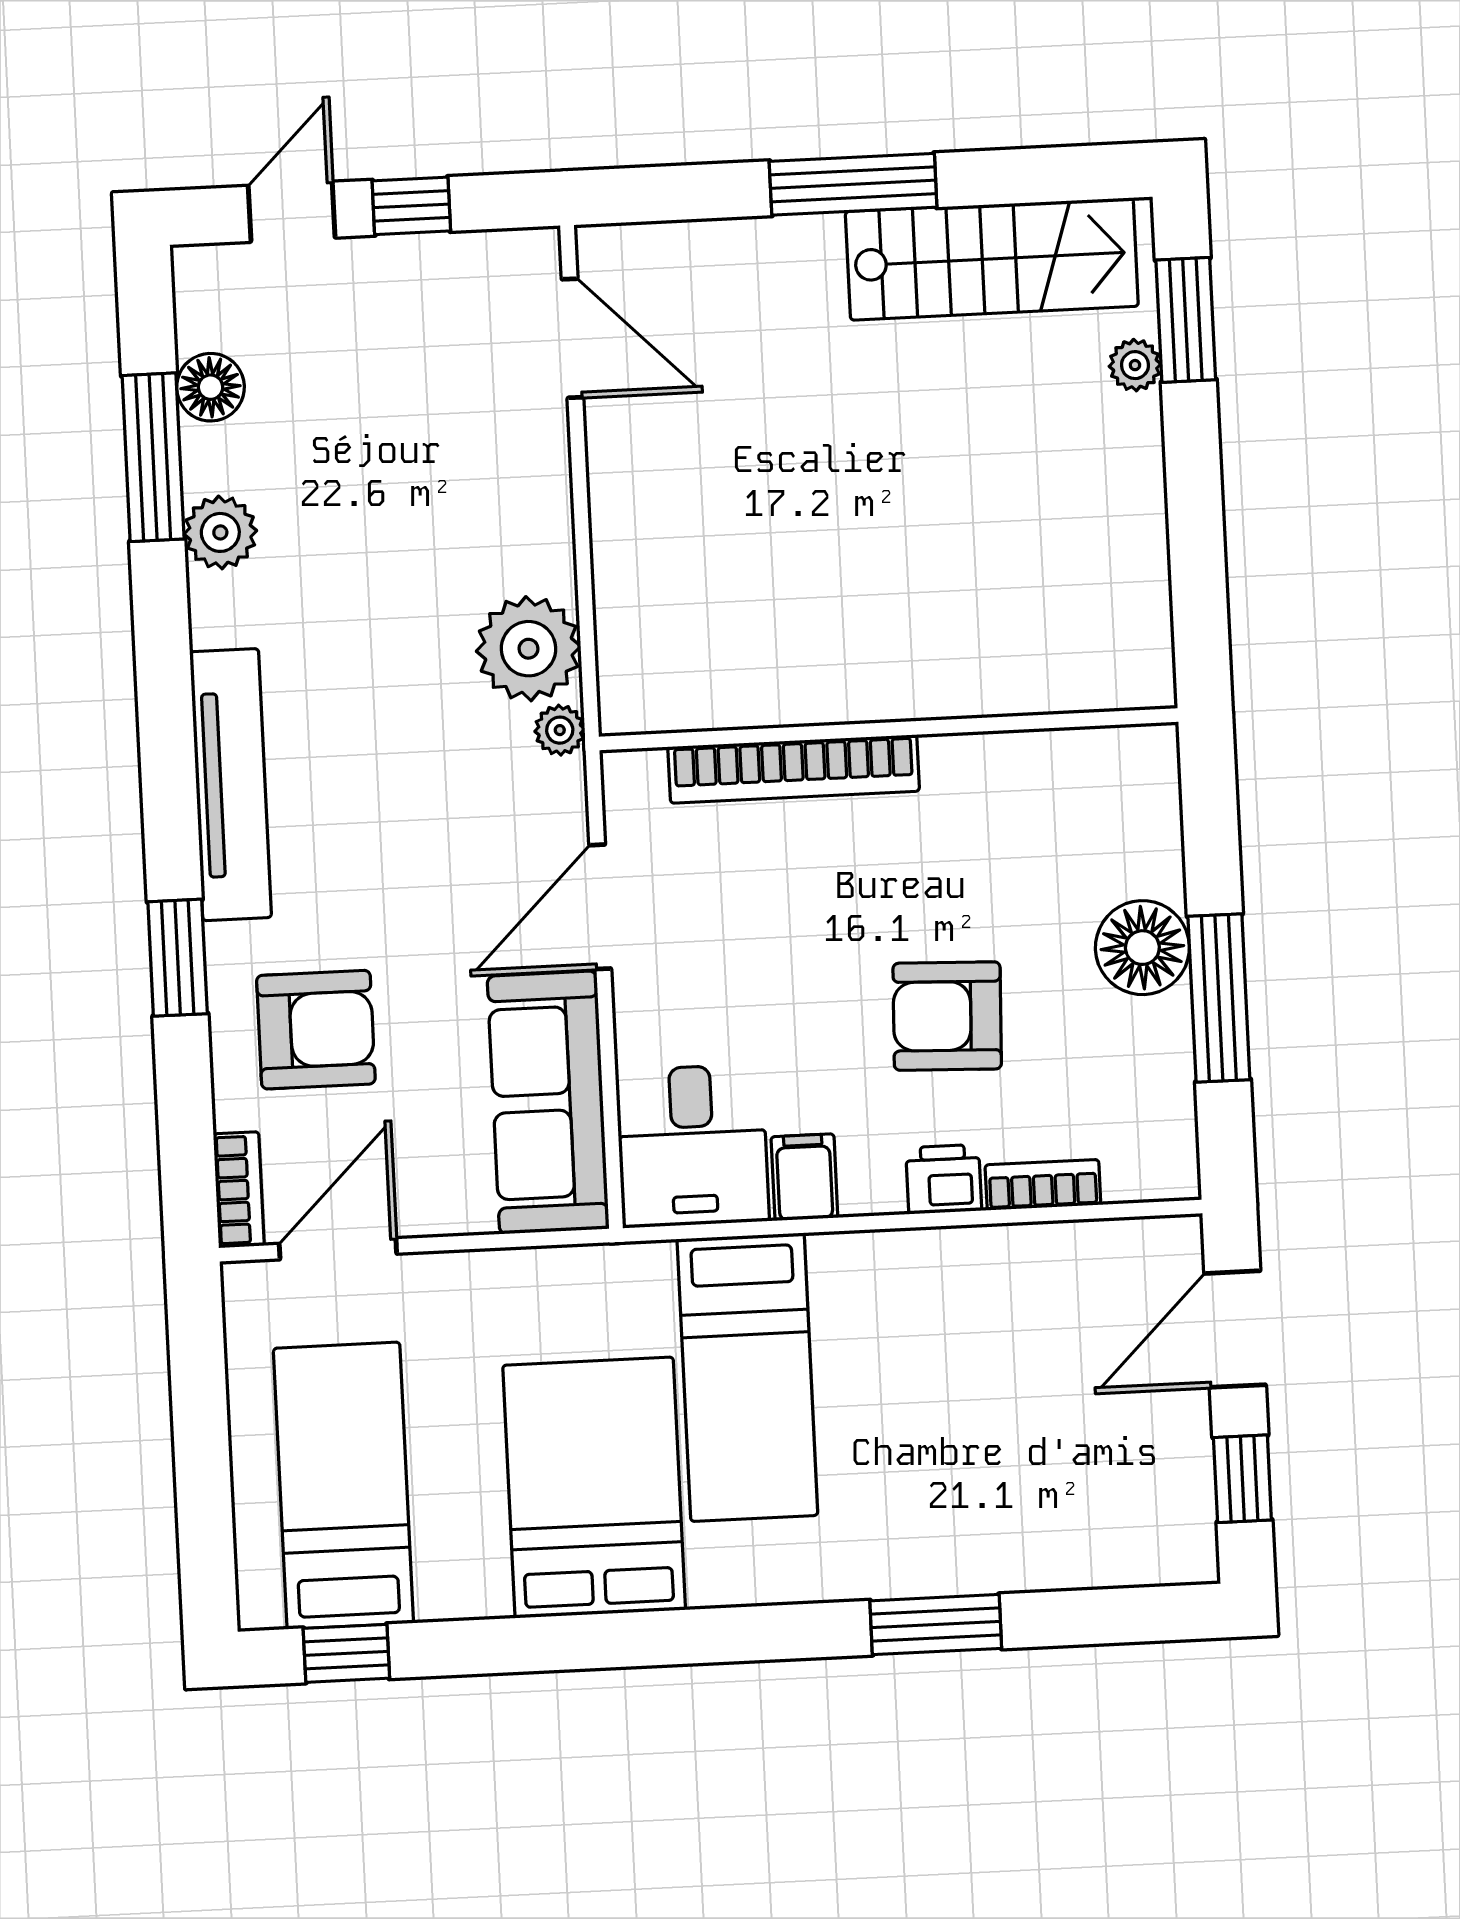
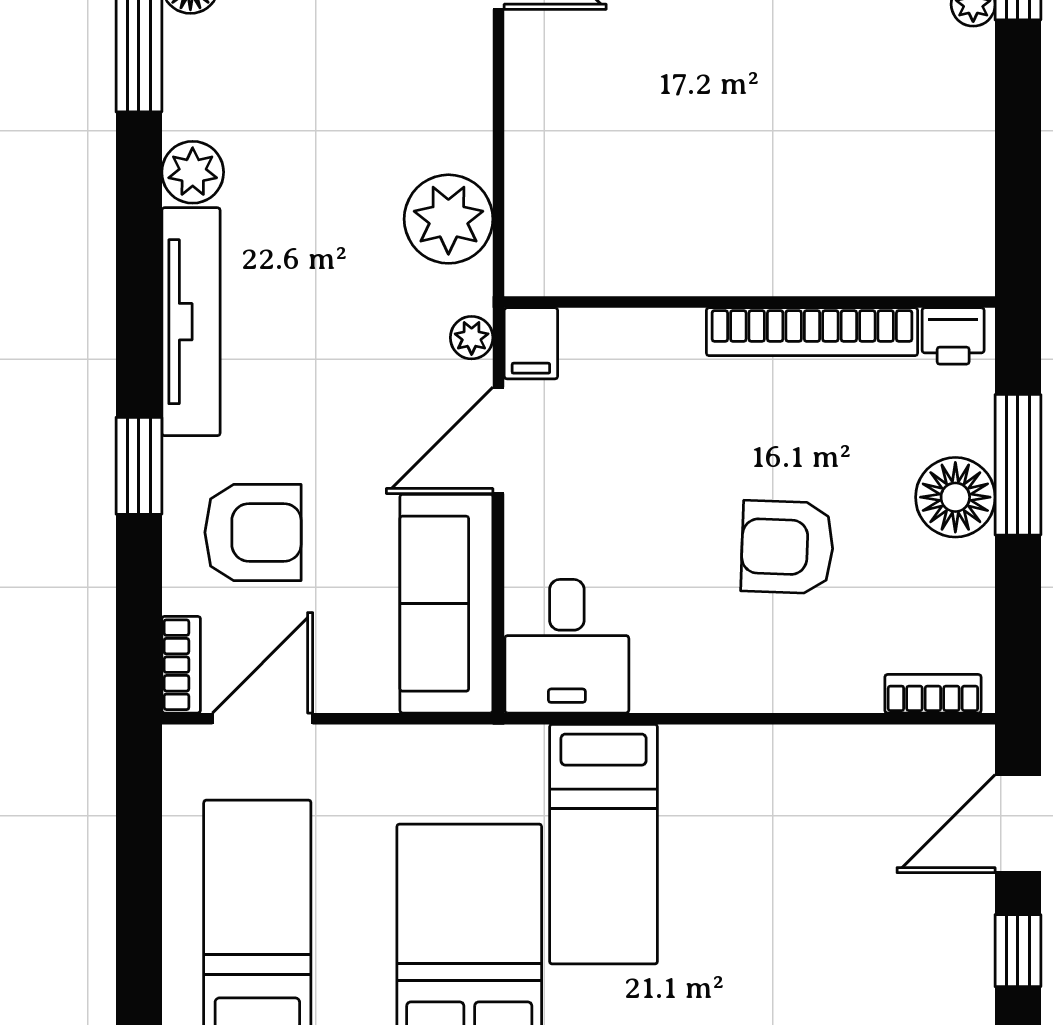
plant: (220, 532) -> (193, 172), moved
plant: (560, 730) -> (472, 338), moved
bookcase: (794, 769) -> (812, 332), moved
window: (1219, 998) -> (1018, 465), moved
filing cabinet: (804, 1177) -> (531, 343), moved, turned 180
printer: (944, 1179) -> (953, 336), moved, turned 180
bookcase: (1043, 1185) -> (933, 694), moved

